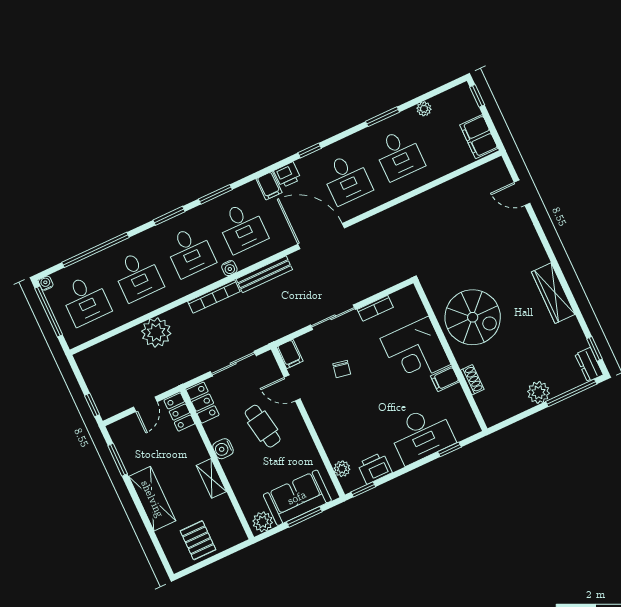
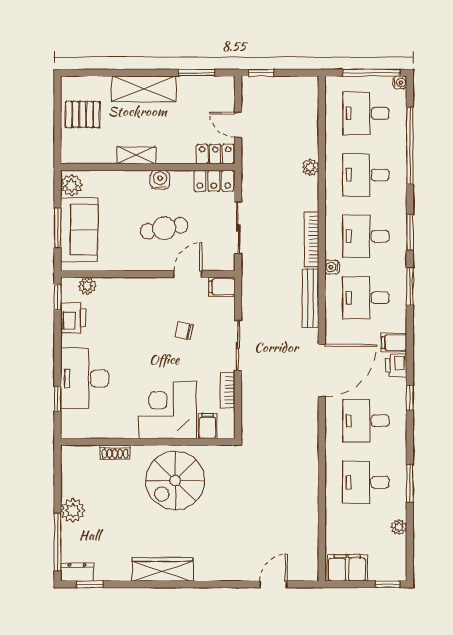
plant: (156, 332) -> (310, 167), width x0.53, depth x0.53
filing cabinet: (445, 379) -> (207, 426), moved

